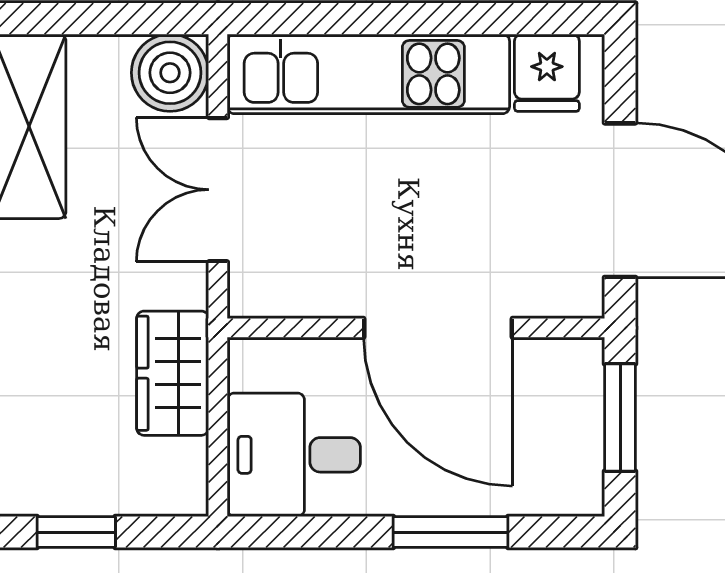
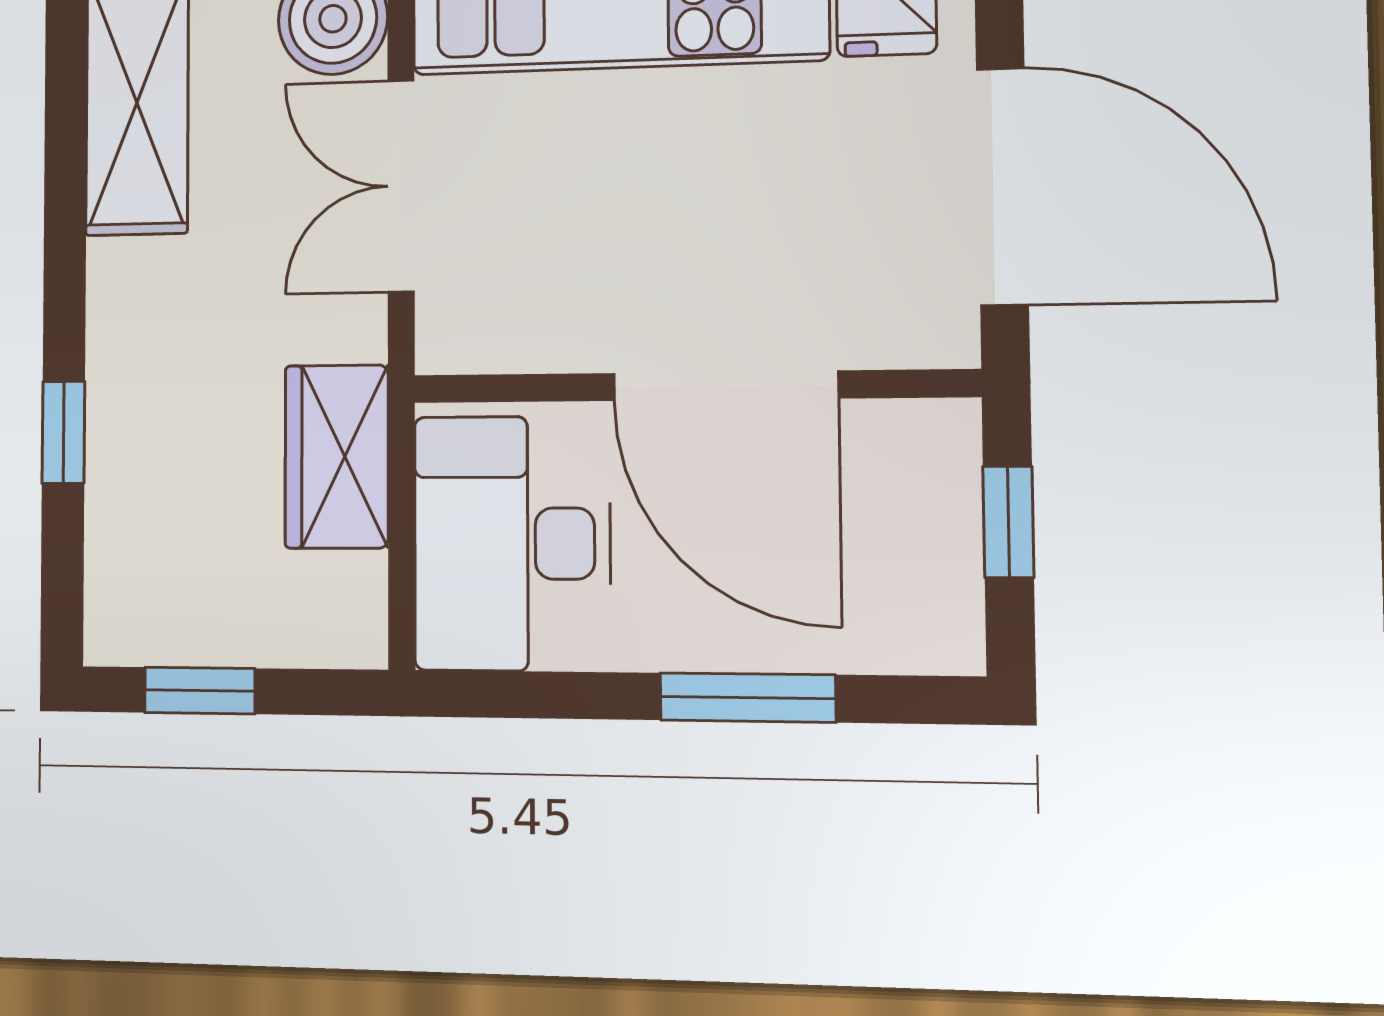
window: (620, 418) -> (1008, 522), width x0.67
desk: (294, 455) -> (512, 543), width x1.37

